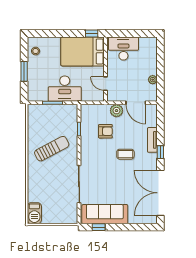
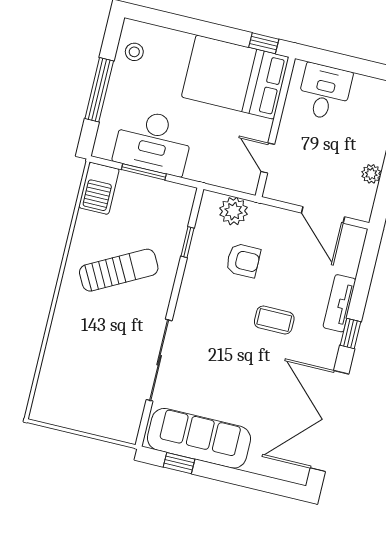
desk: (123, 49) -> (325, 92), width x0.73
window: (24, 71) -> (99, 90), width x1.44
desk: (65, 89) -> (153, 142), moved
plant: (116, 111) -> (234, 211), moved
barbecue: (34, 213) -> (99, 188), moved

